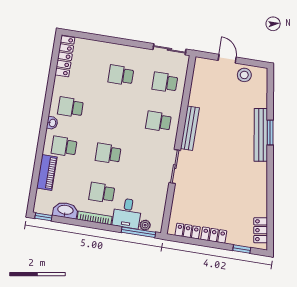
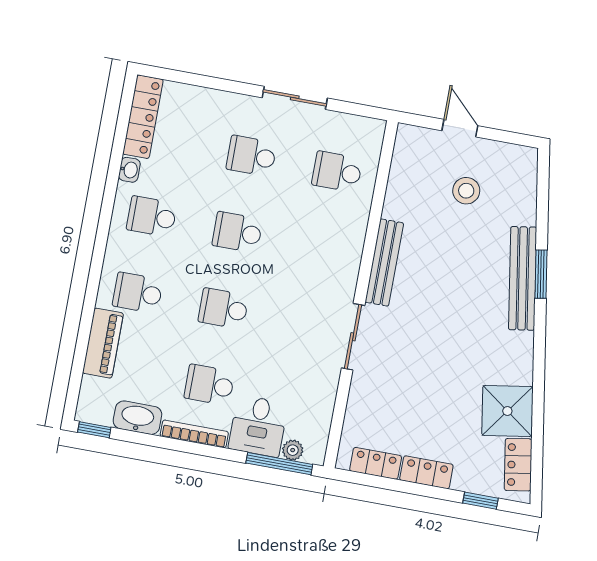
sliding door: (169, 49) -> (295, 98), moved
stool: (244, 75) -> (466, 191), moved
school desk: (158, 121) -> (237, 232), moved
washbasin: (52, 123) -> (129, 170), moved
shower: (255, 203) -> (507, 411), added

